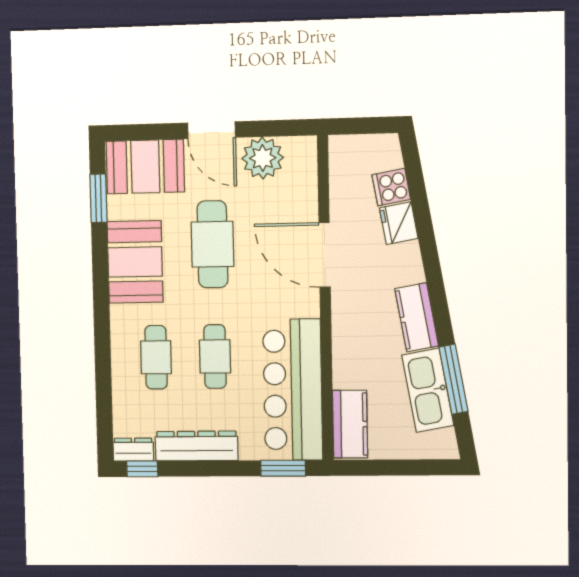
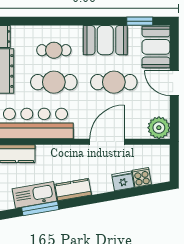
door: (212, 130) -> (174, 83), hinge flipped
plant: (263, 158) -> (159, 128), moved
cafe table: (215, 357) -> (54, 82), width x1.37, depth x1.35

